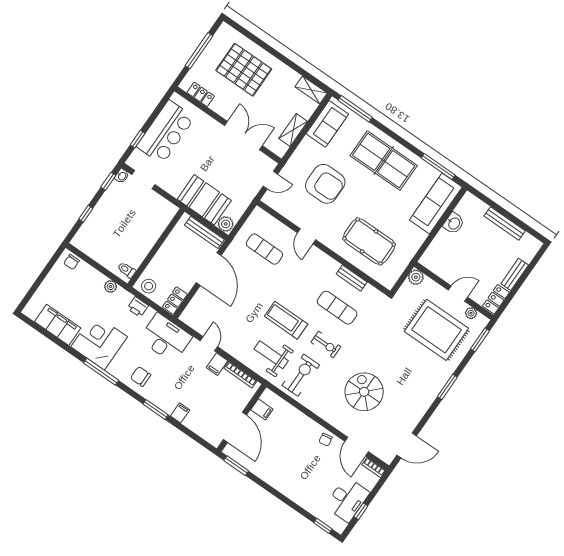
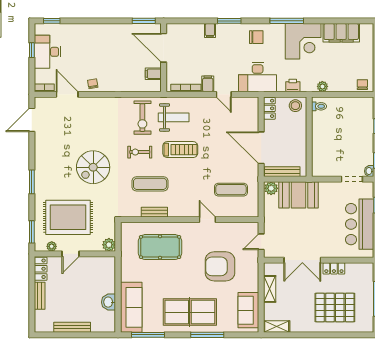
locker: (201, 94) -> (334, 268), moved
window: (355, 109) -> (207, 335), moved
spiral stairs: (364, 392) -> (93, 167), moved, turned 90

